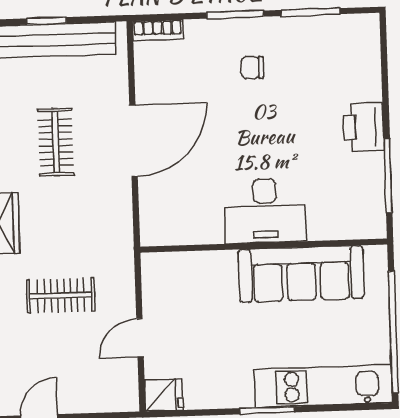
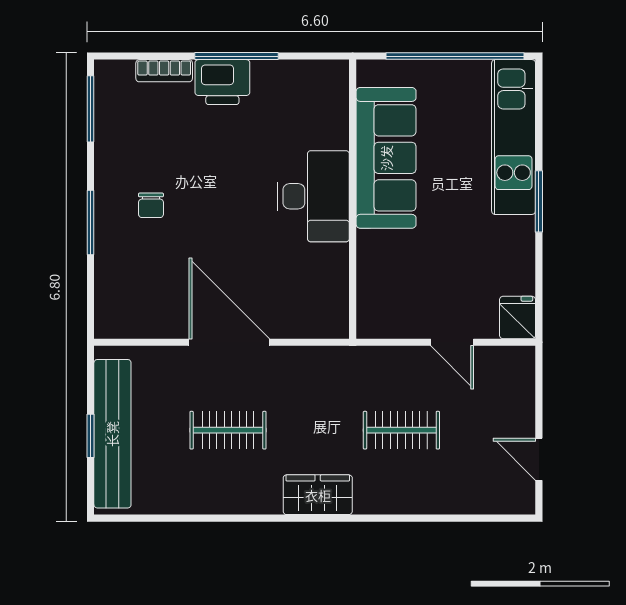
window: (311, 12) -> (91, 109), moved
bookcase: (158, 30) -> (164, 71), moved, turned 90
window: (388, 175) -> (236, 56), moved
clothes rail: (61, 296) -> (401, 430), turned 90

